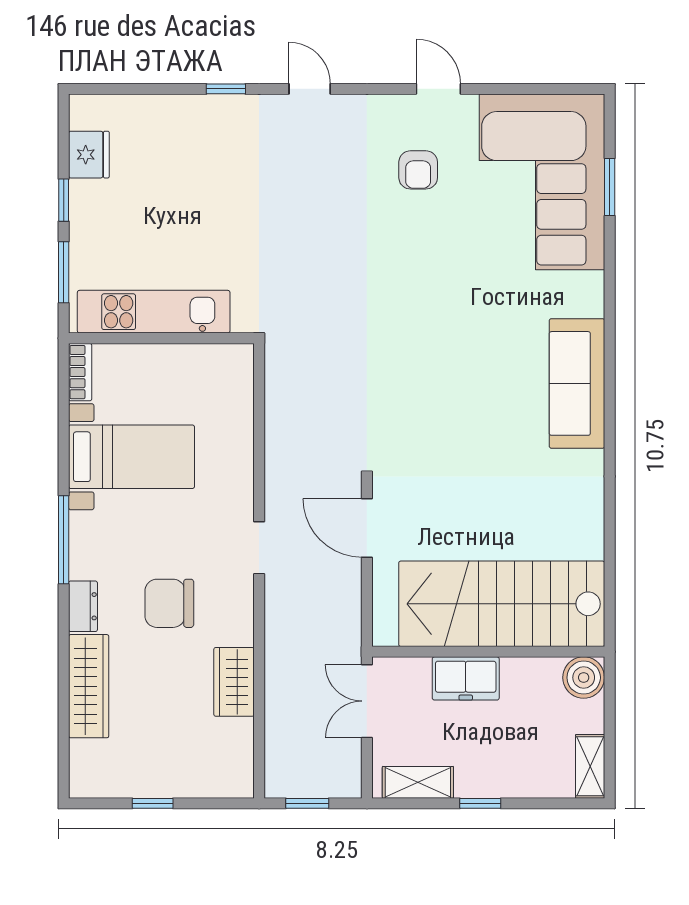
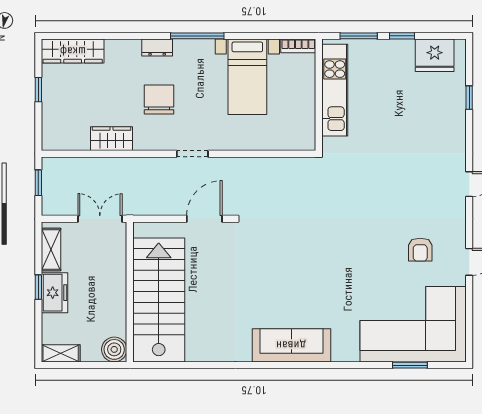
window: (226, 89) -> (469, 98), moved
fridge: (89, 155) -> (435, 55), width x1.36, depth x1.34
armchair: (418, 170) -> (420, 250), turned -90
freezer: (466, 678) -> (54, 293), moved, turned 180
wardrobe: (89, 686) -> (73, 51), moved

